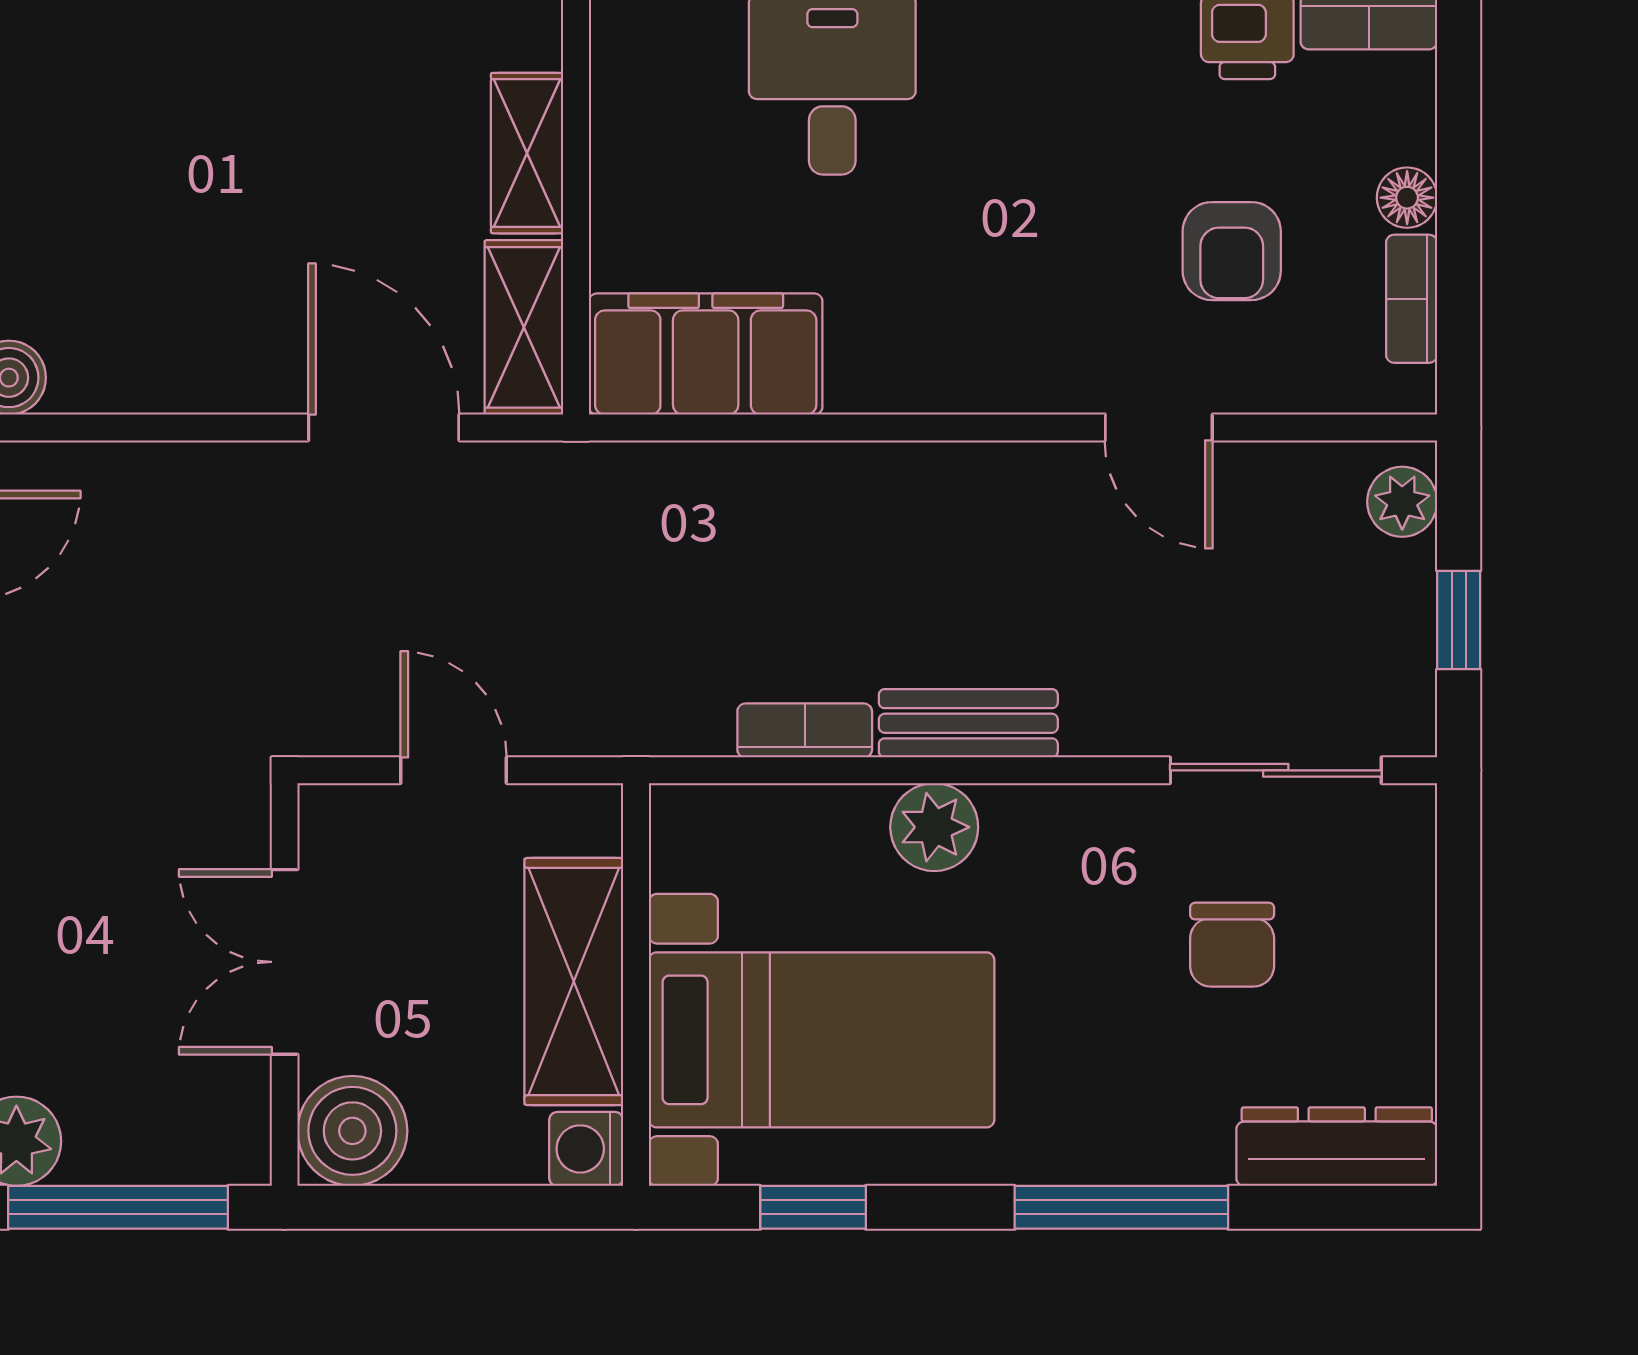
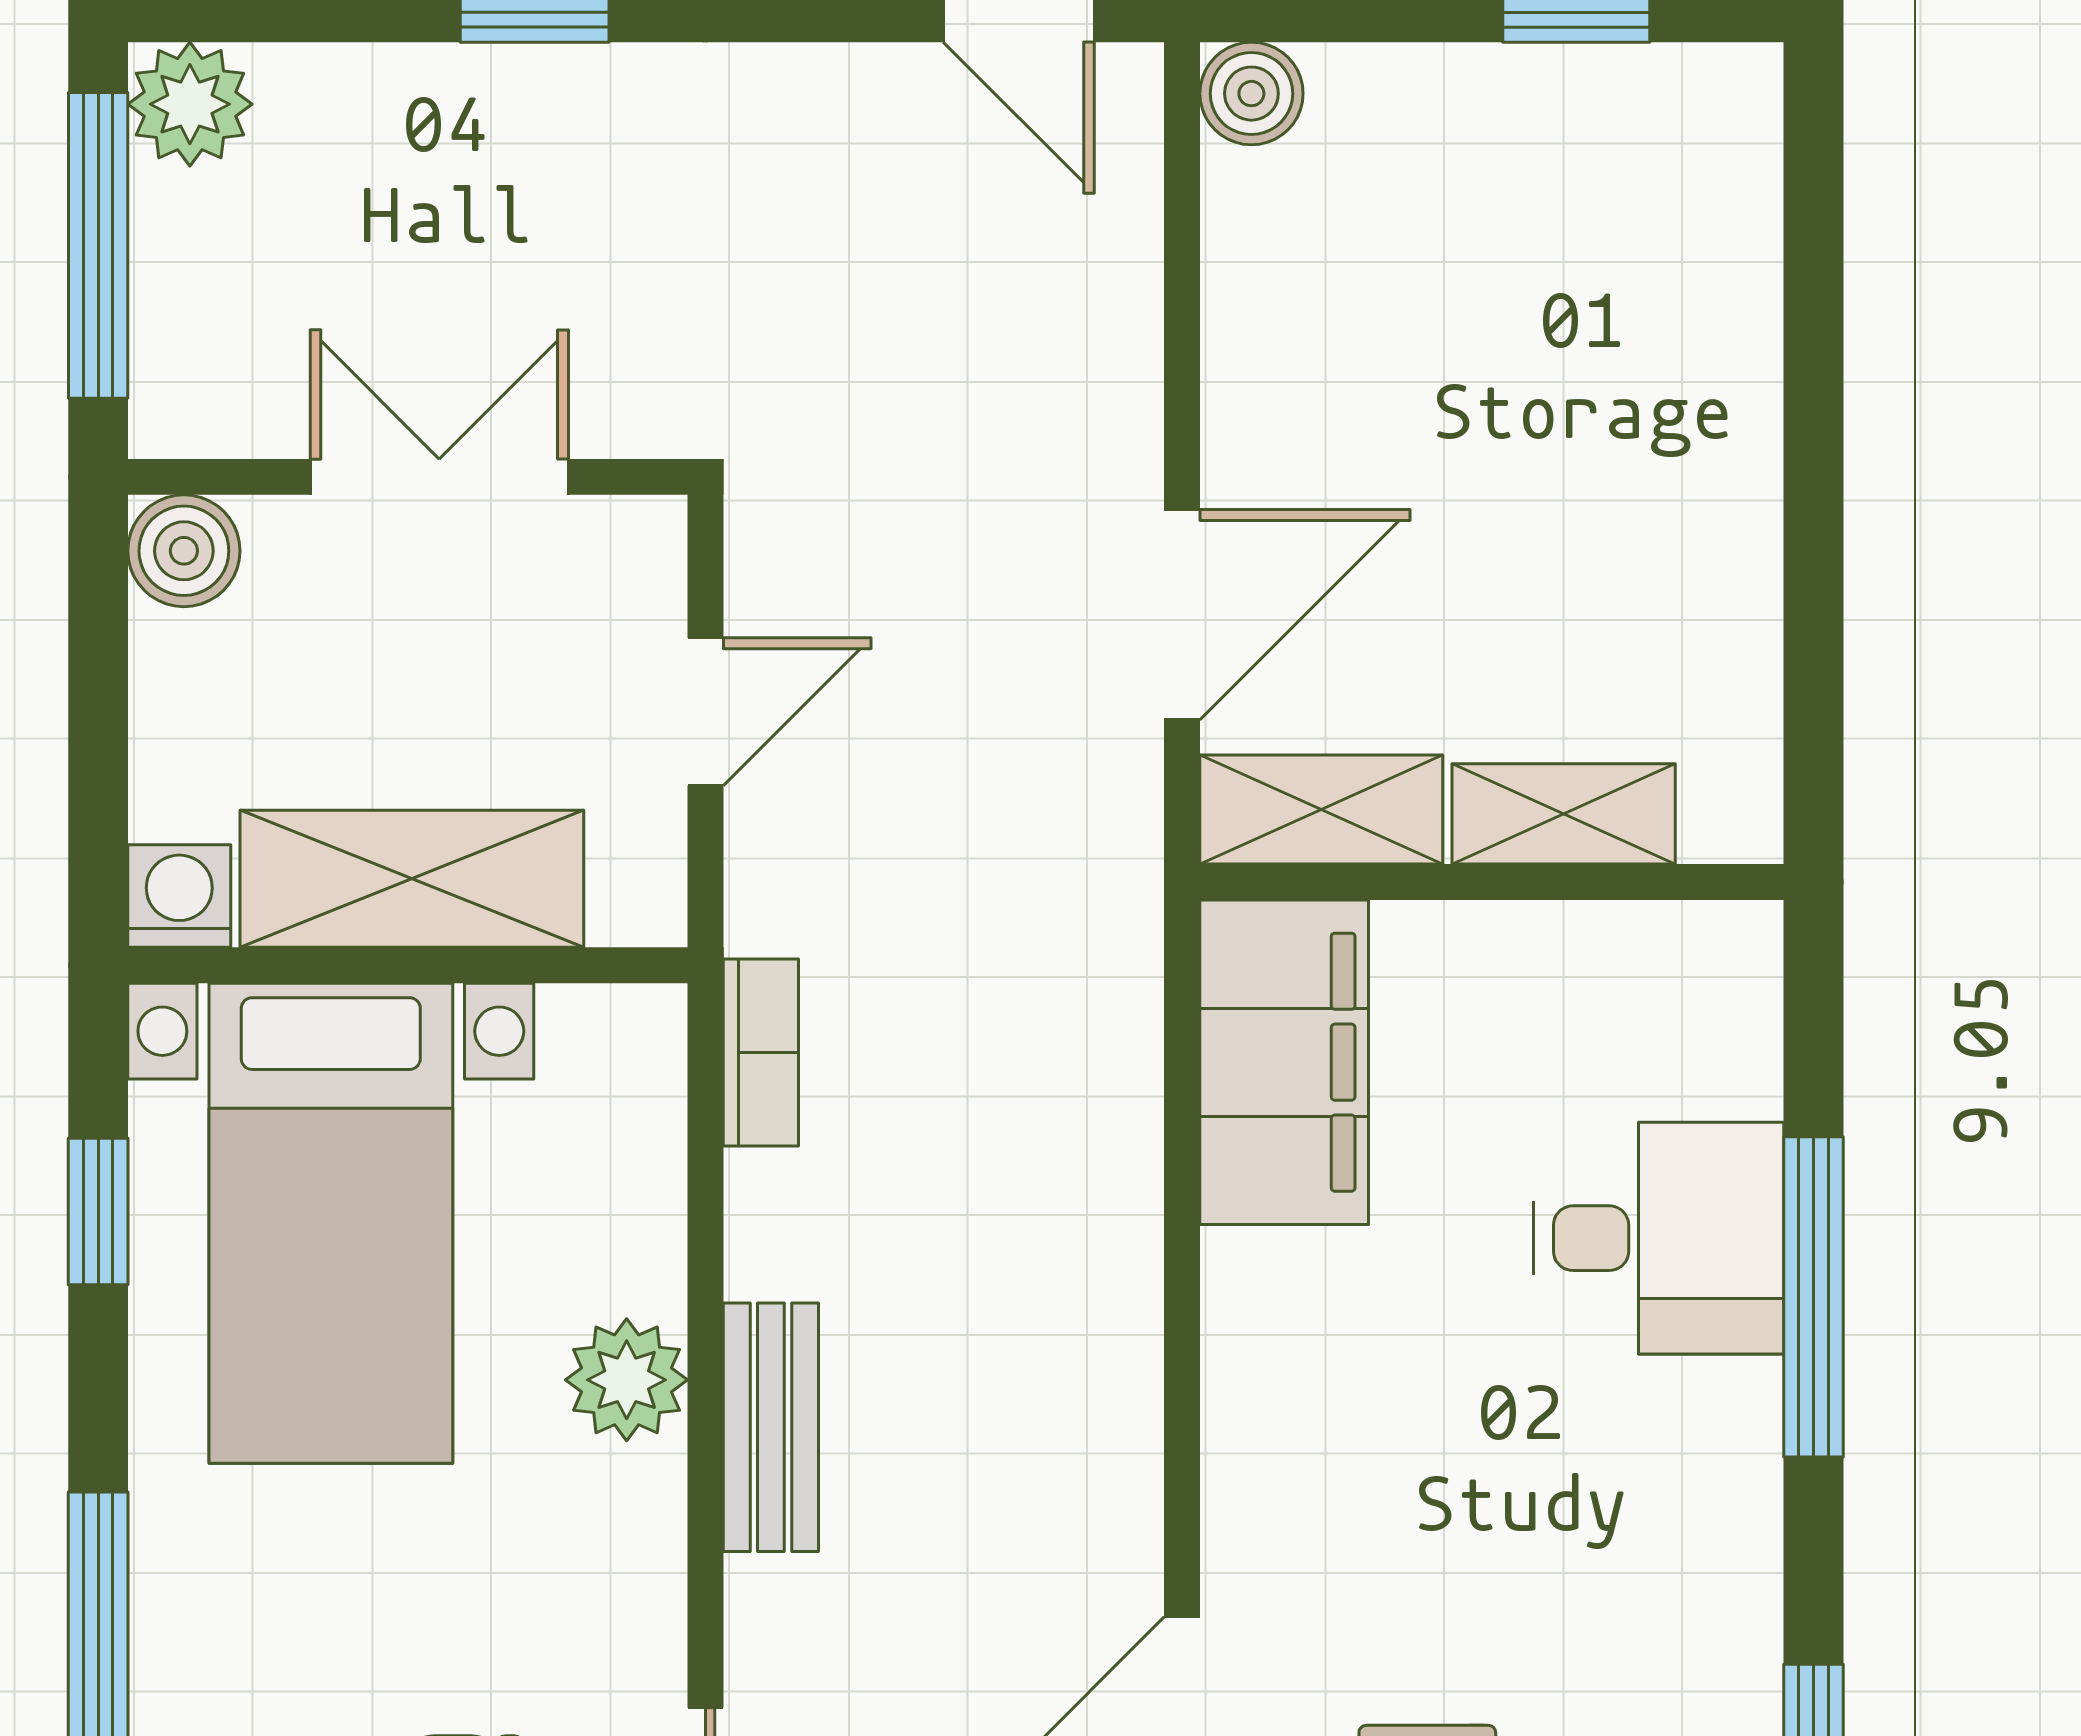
bookcase: (805, 730) -> (761, 1053), moved
boiler: (352, 1131) -> (184, 551), width x0.73, depth x0.73

